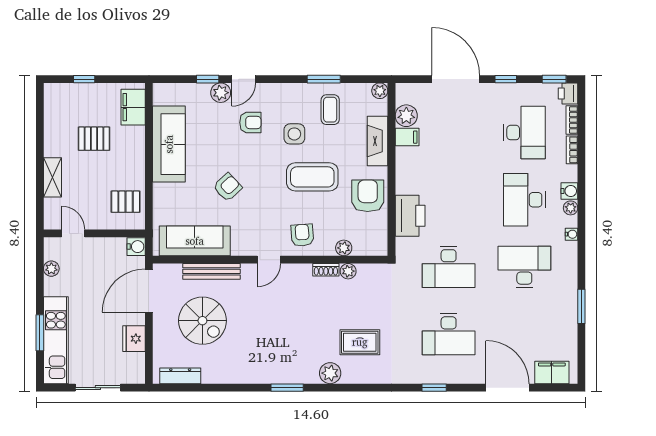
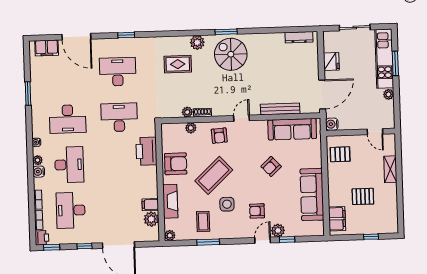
coffee table: (312, 177) -> (214, 175), turned -43
armchair: (368, 196) -> (176, 164), turned -90
plant: (51, 269) -> (389, 94), moved
spiral stairs: (202, 321) -> (231, 54), moved

